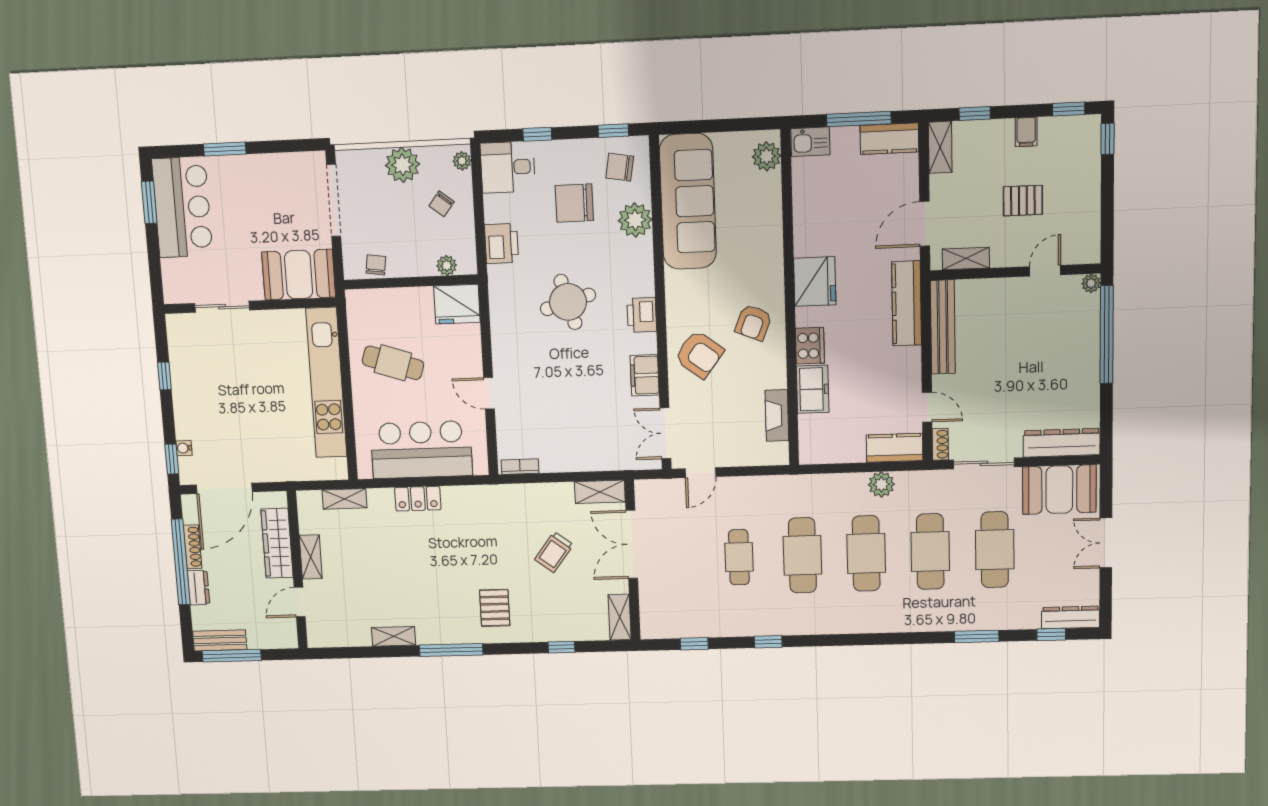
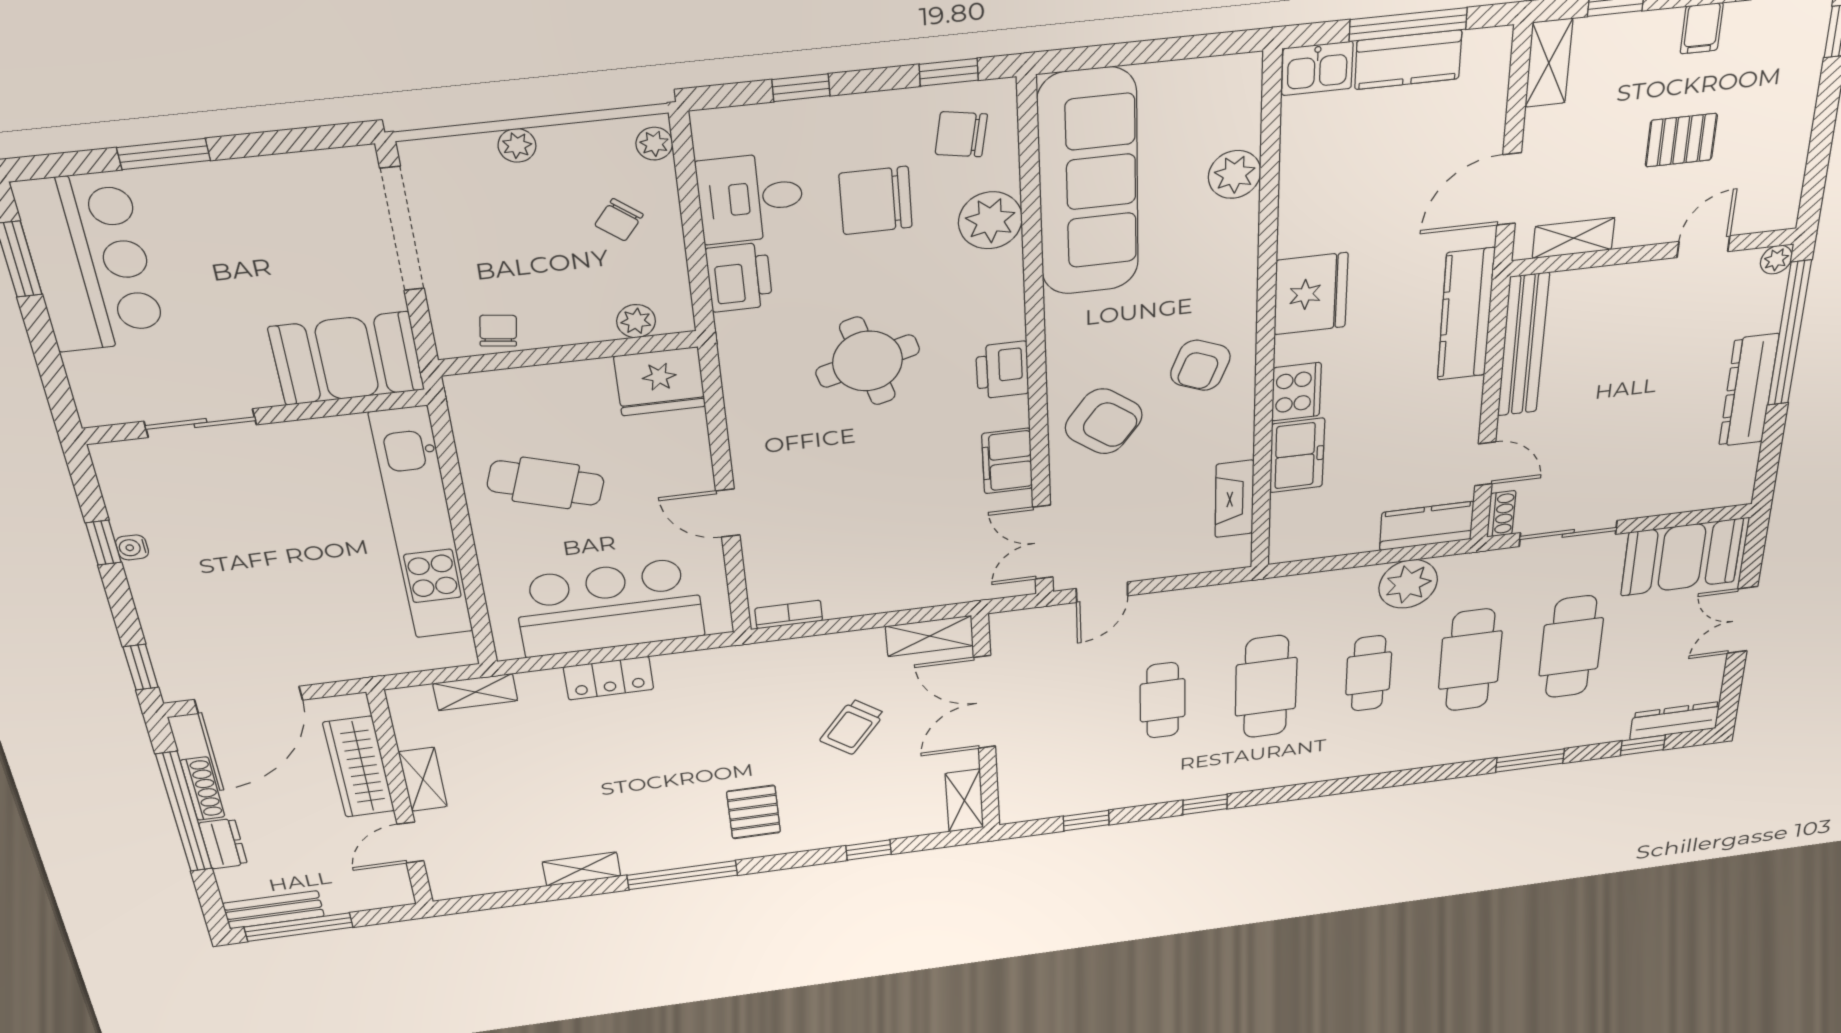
kitchen counter: (889, 139) -> (1408, 60), moved
plant: (767, 156) -> (1235, 174), moved
plant: (402, 165) -> (517, 145), width x0.53, depth x0.53
desk: (508, 167) -> (751, 198), moved
dresser: (1062, 443) -> (1749, 391), moved, turned -90
water cooler: (184, 448) -> (132, 547), moved
plant: (881, 484) -> (1408, 584), width x1.36, depth x1.36
cafe table: (866, 553) -> (1369, 673), width x0.73, depth x0.74

